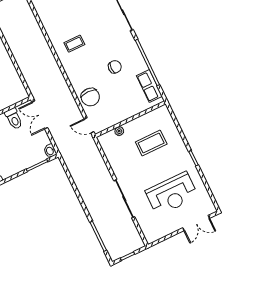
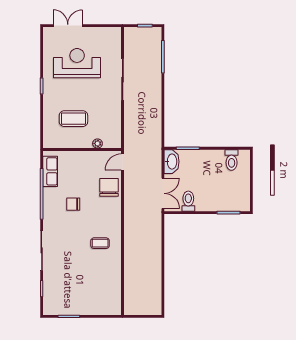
door: (89, 125) -> (123, 162), swing flipped
washbasin: (50, 151) -> (172, 162), width x1.91, depth x1.45

